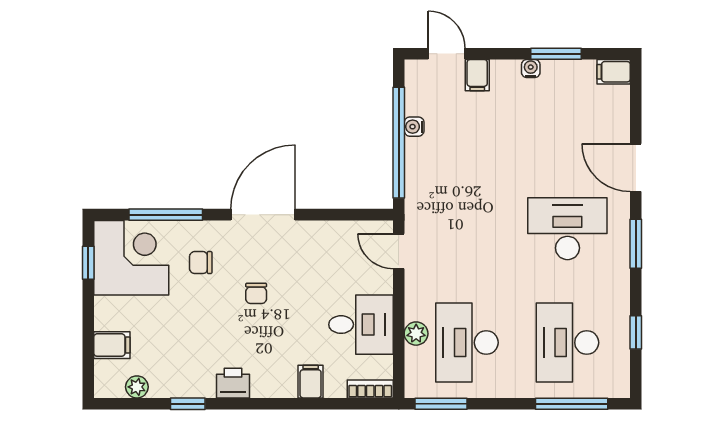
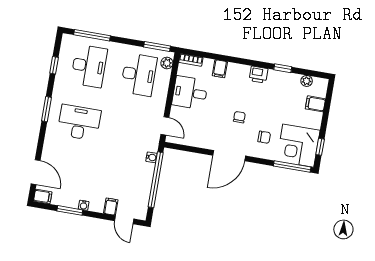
water cooler: (414, 127) -> (152, 157), moved
door: (636, 168) -> (36, 172), moved
window: (166, 215) -> (292, 167), moved
desk: (567, 229) -> (79, 123), turned 180
plant: (416, 334) -> (167, 63), moved

